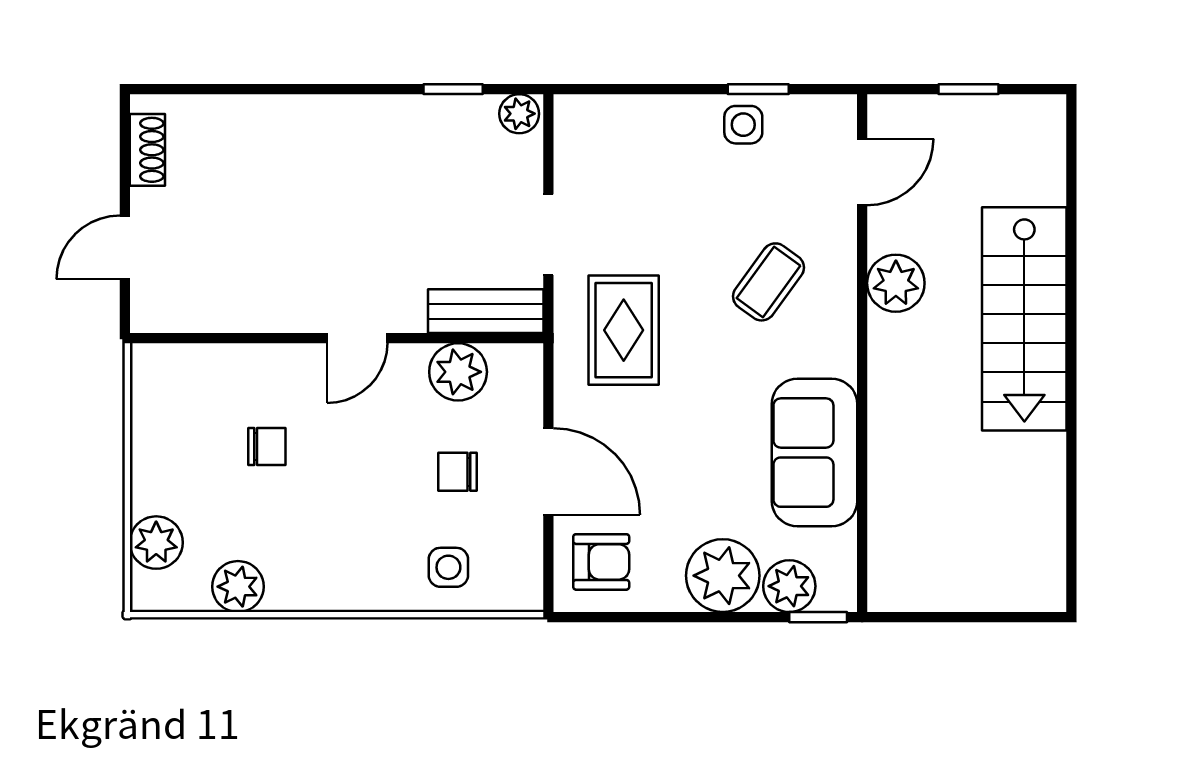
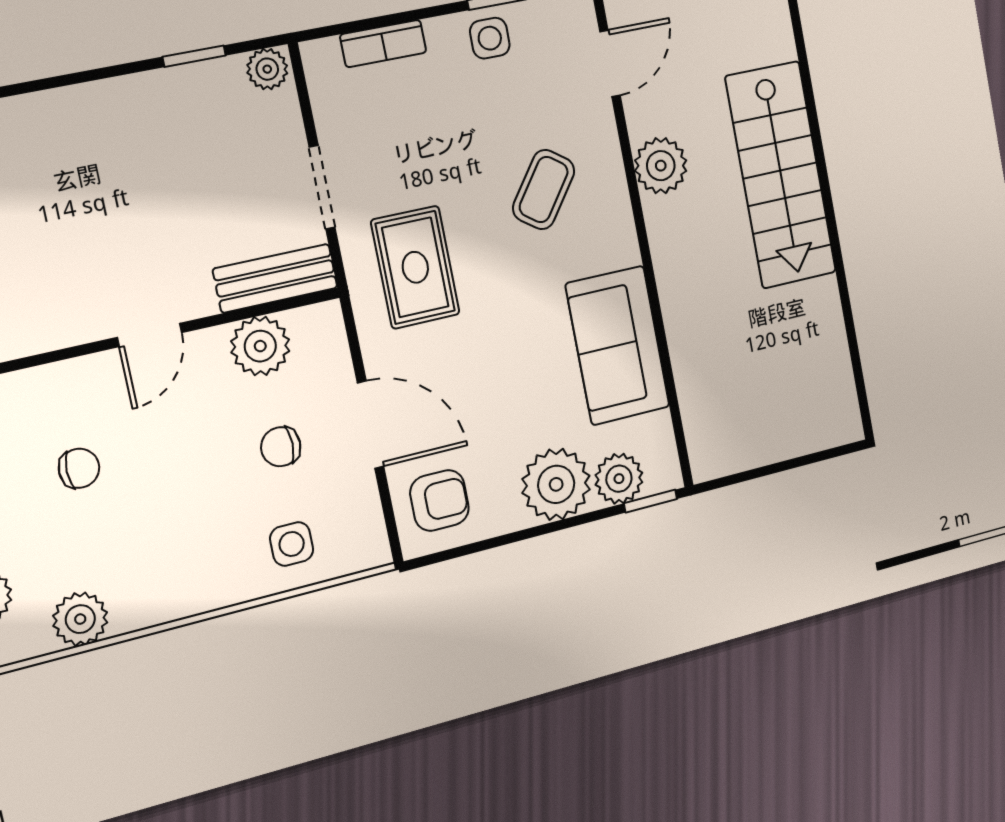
bookcase: (636, 110) -> (383, 44), added

